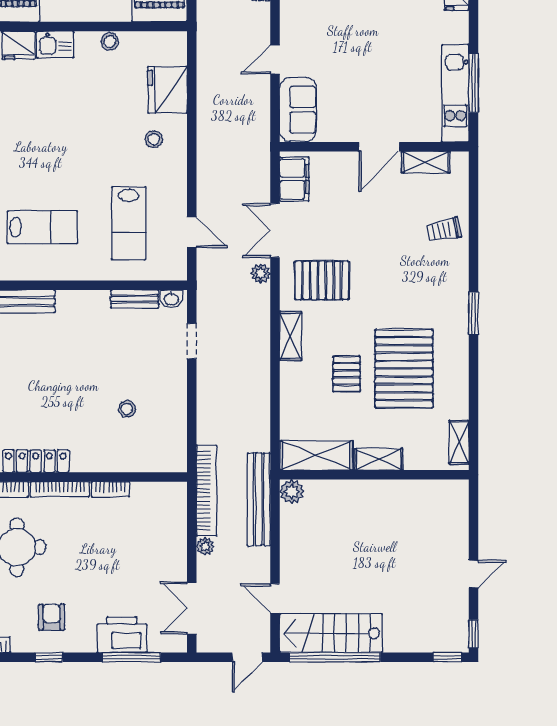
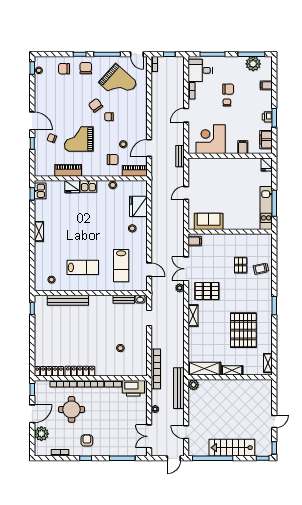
sofa: (298, 110) -> (209, 221), moved, turned -90
door: (379, 147) -> (232, 232), removed
shelving: (426, 162) -> (253, 238), removed
filing cabinet: (294, 179) -> (195, 241), width x0.50
pallet: (347, 374) -> (241, 265), moved
bookcase: (207, 491) -> (156, 369), moved
stairs: (331, 633) -> (232, 448), moved
printer: (122, 635) -> (133, 388), moved, turned 180

